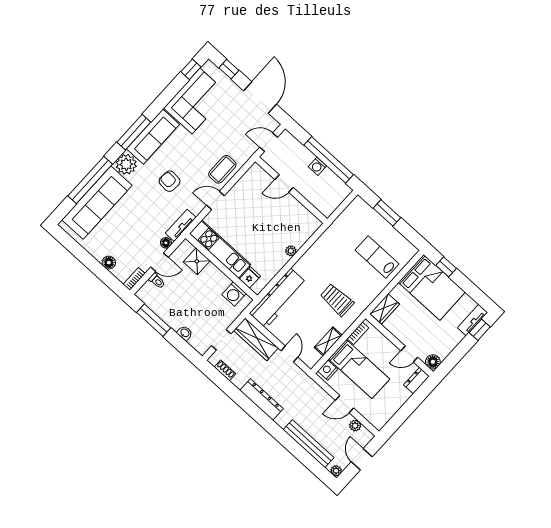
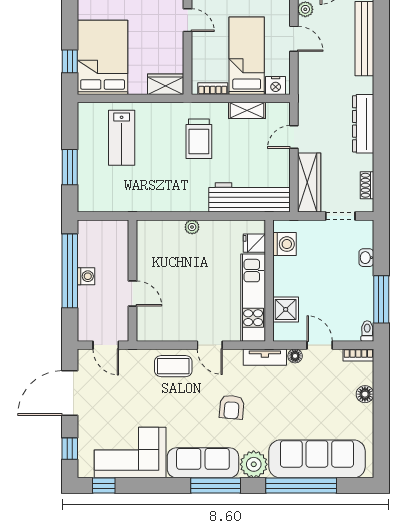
toilet: (157, 281) -> (367, 331), moved

